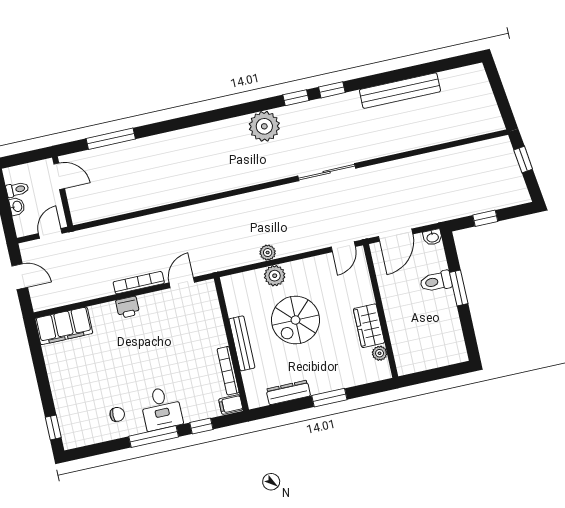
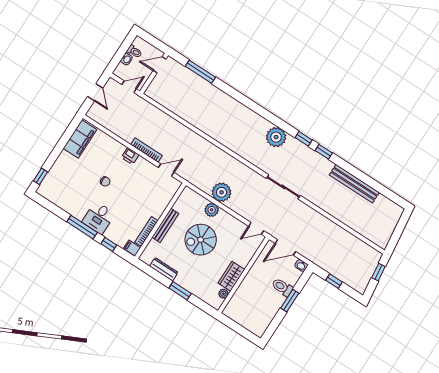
door: (59, 176) -> (160, 65), swing flipped
plant: (268, 253) -> (222, 192), width x1.88, depth x1.88
filing cabinet: (64, 326) -> (80, 139), moved, turned -90
chair: (117, 414) -> (105, 181), moved

